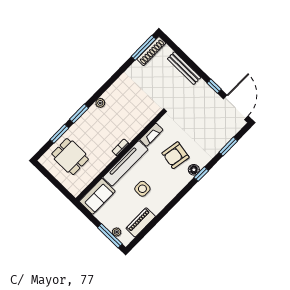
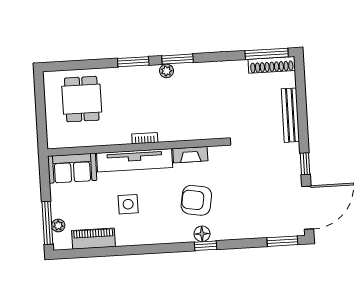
window: (59, 134) -> (177, 59), moved
window: (228, 147) -> (282, 241), moved

